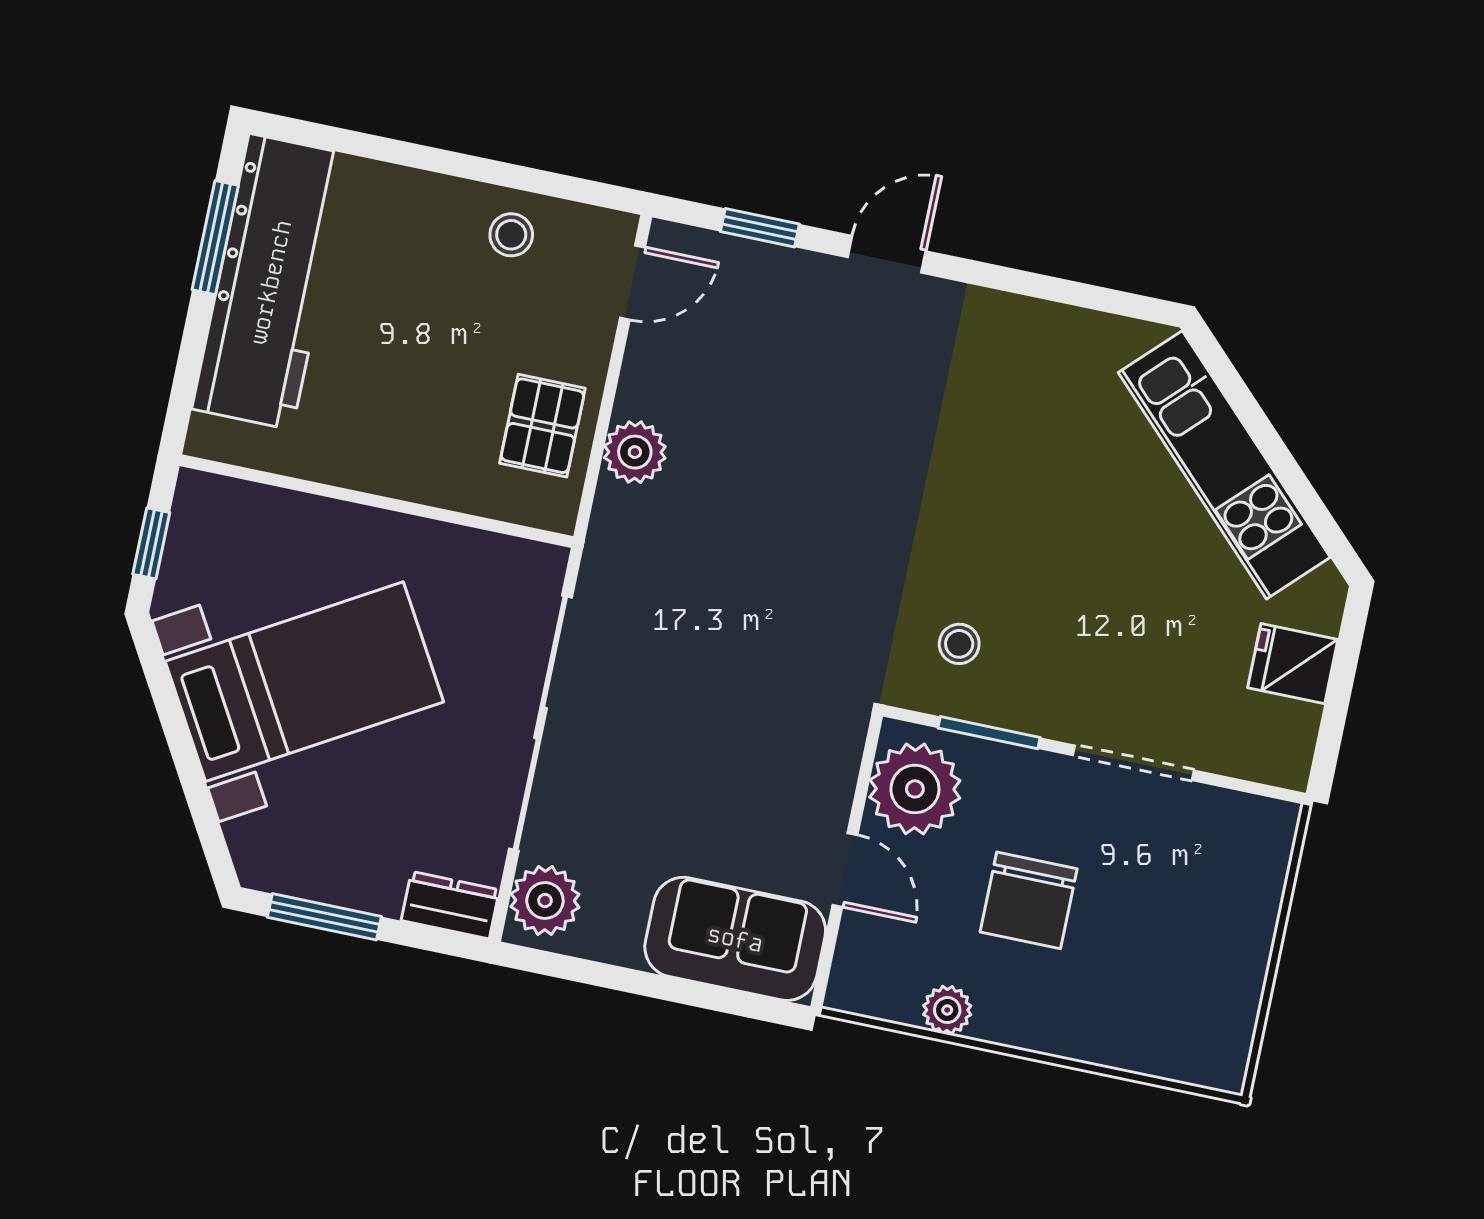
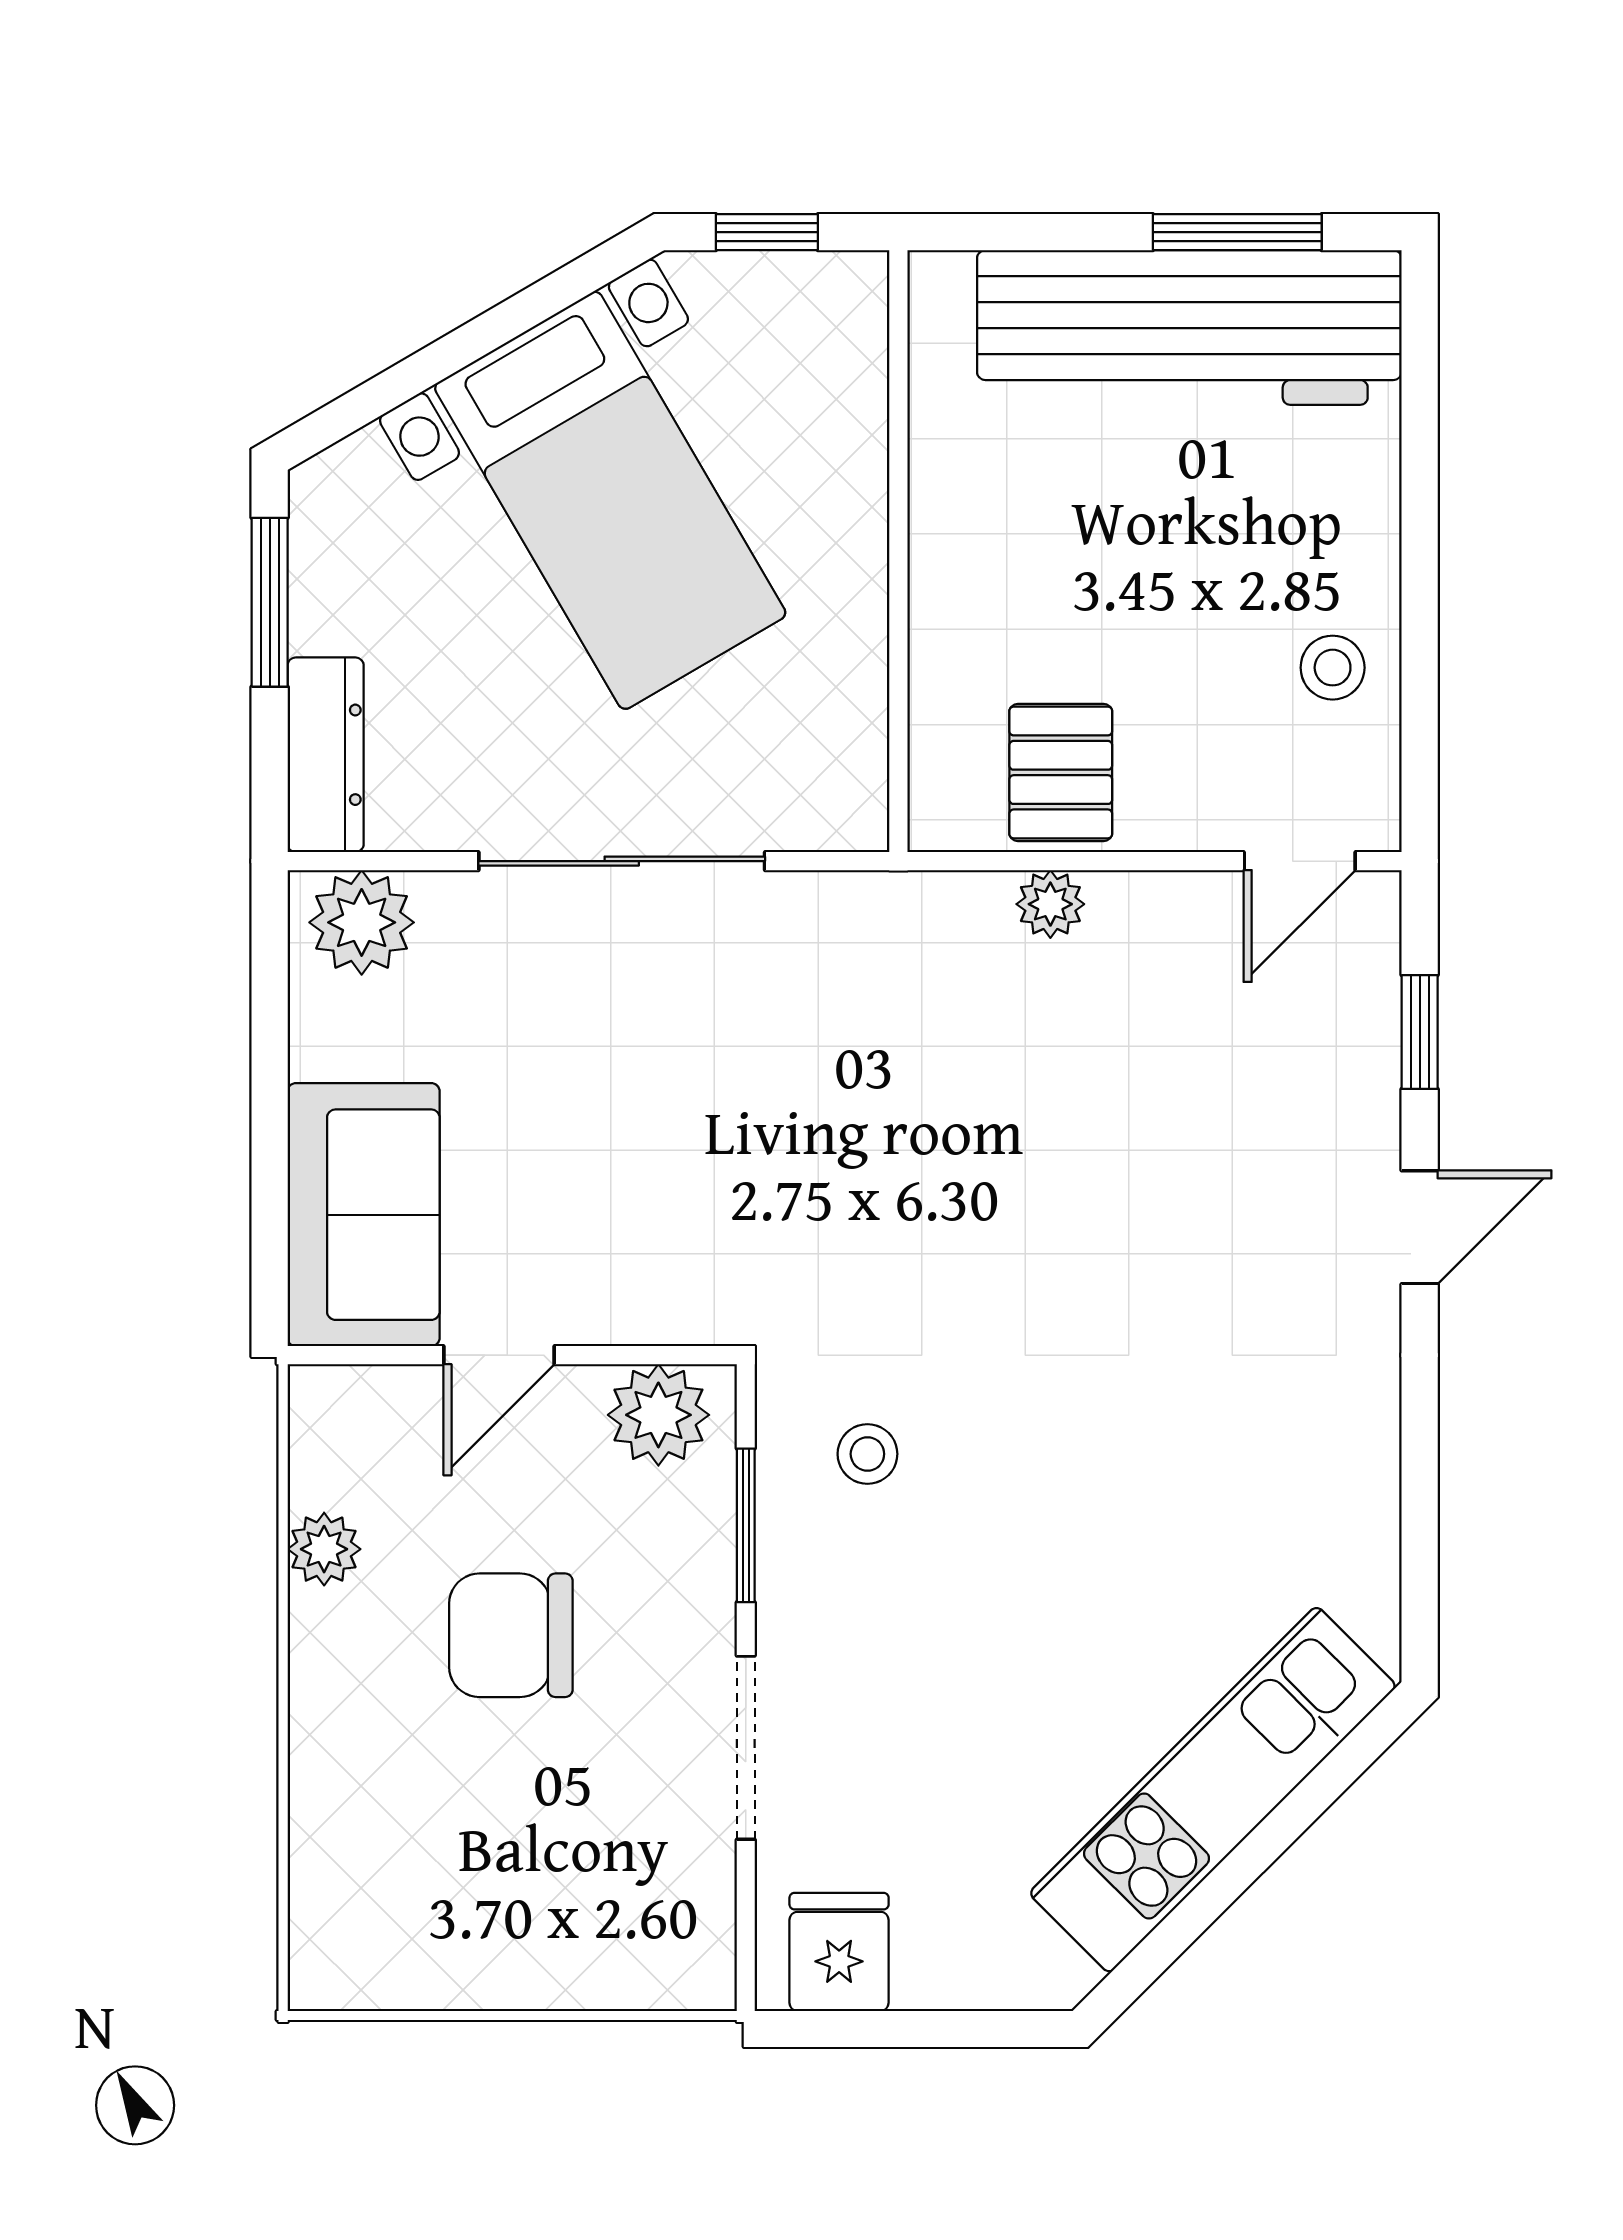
door: (887, 254) -> (1420, 1227), hinge flipped
door: (632, 283) -> (1300, 861), hinge flipped
pallet: (542, 426) -> (1061, 772), turned 90
plant: (635, 452) -> (1050, 904), width x0.73, depth x0.73
fridge: (1293, 664) -> (839, 1952), moved
sliding door: (540, 723) -> (622, 861), width x0.73
plant: (915, 789) -> (658, 1415), width x0.73, depth x0.73
dresser: (450, 905) -> (326, 755), width x1.44

